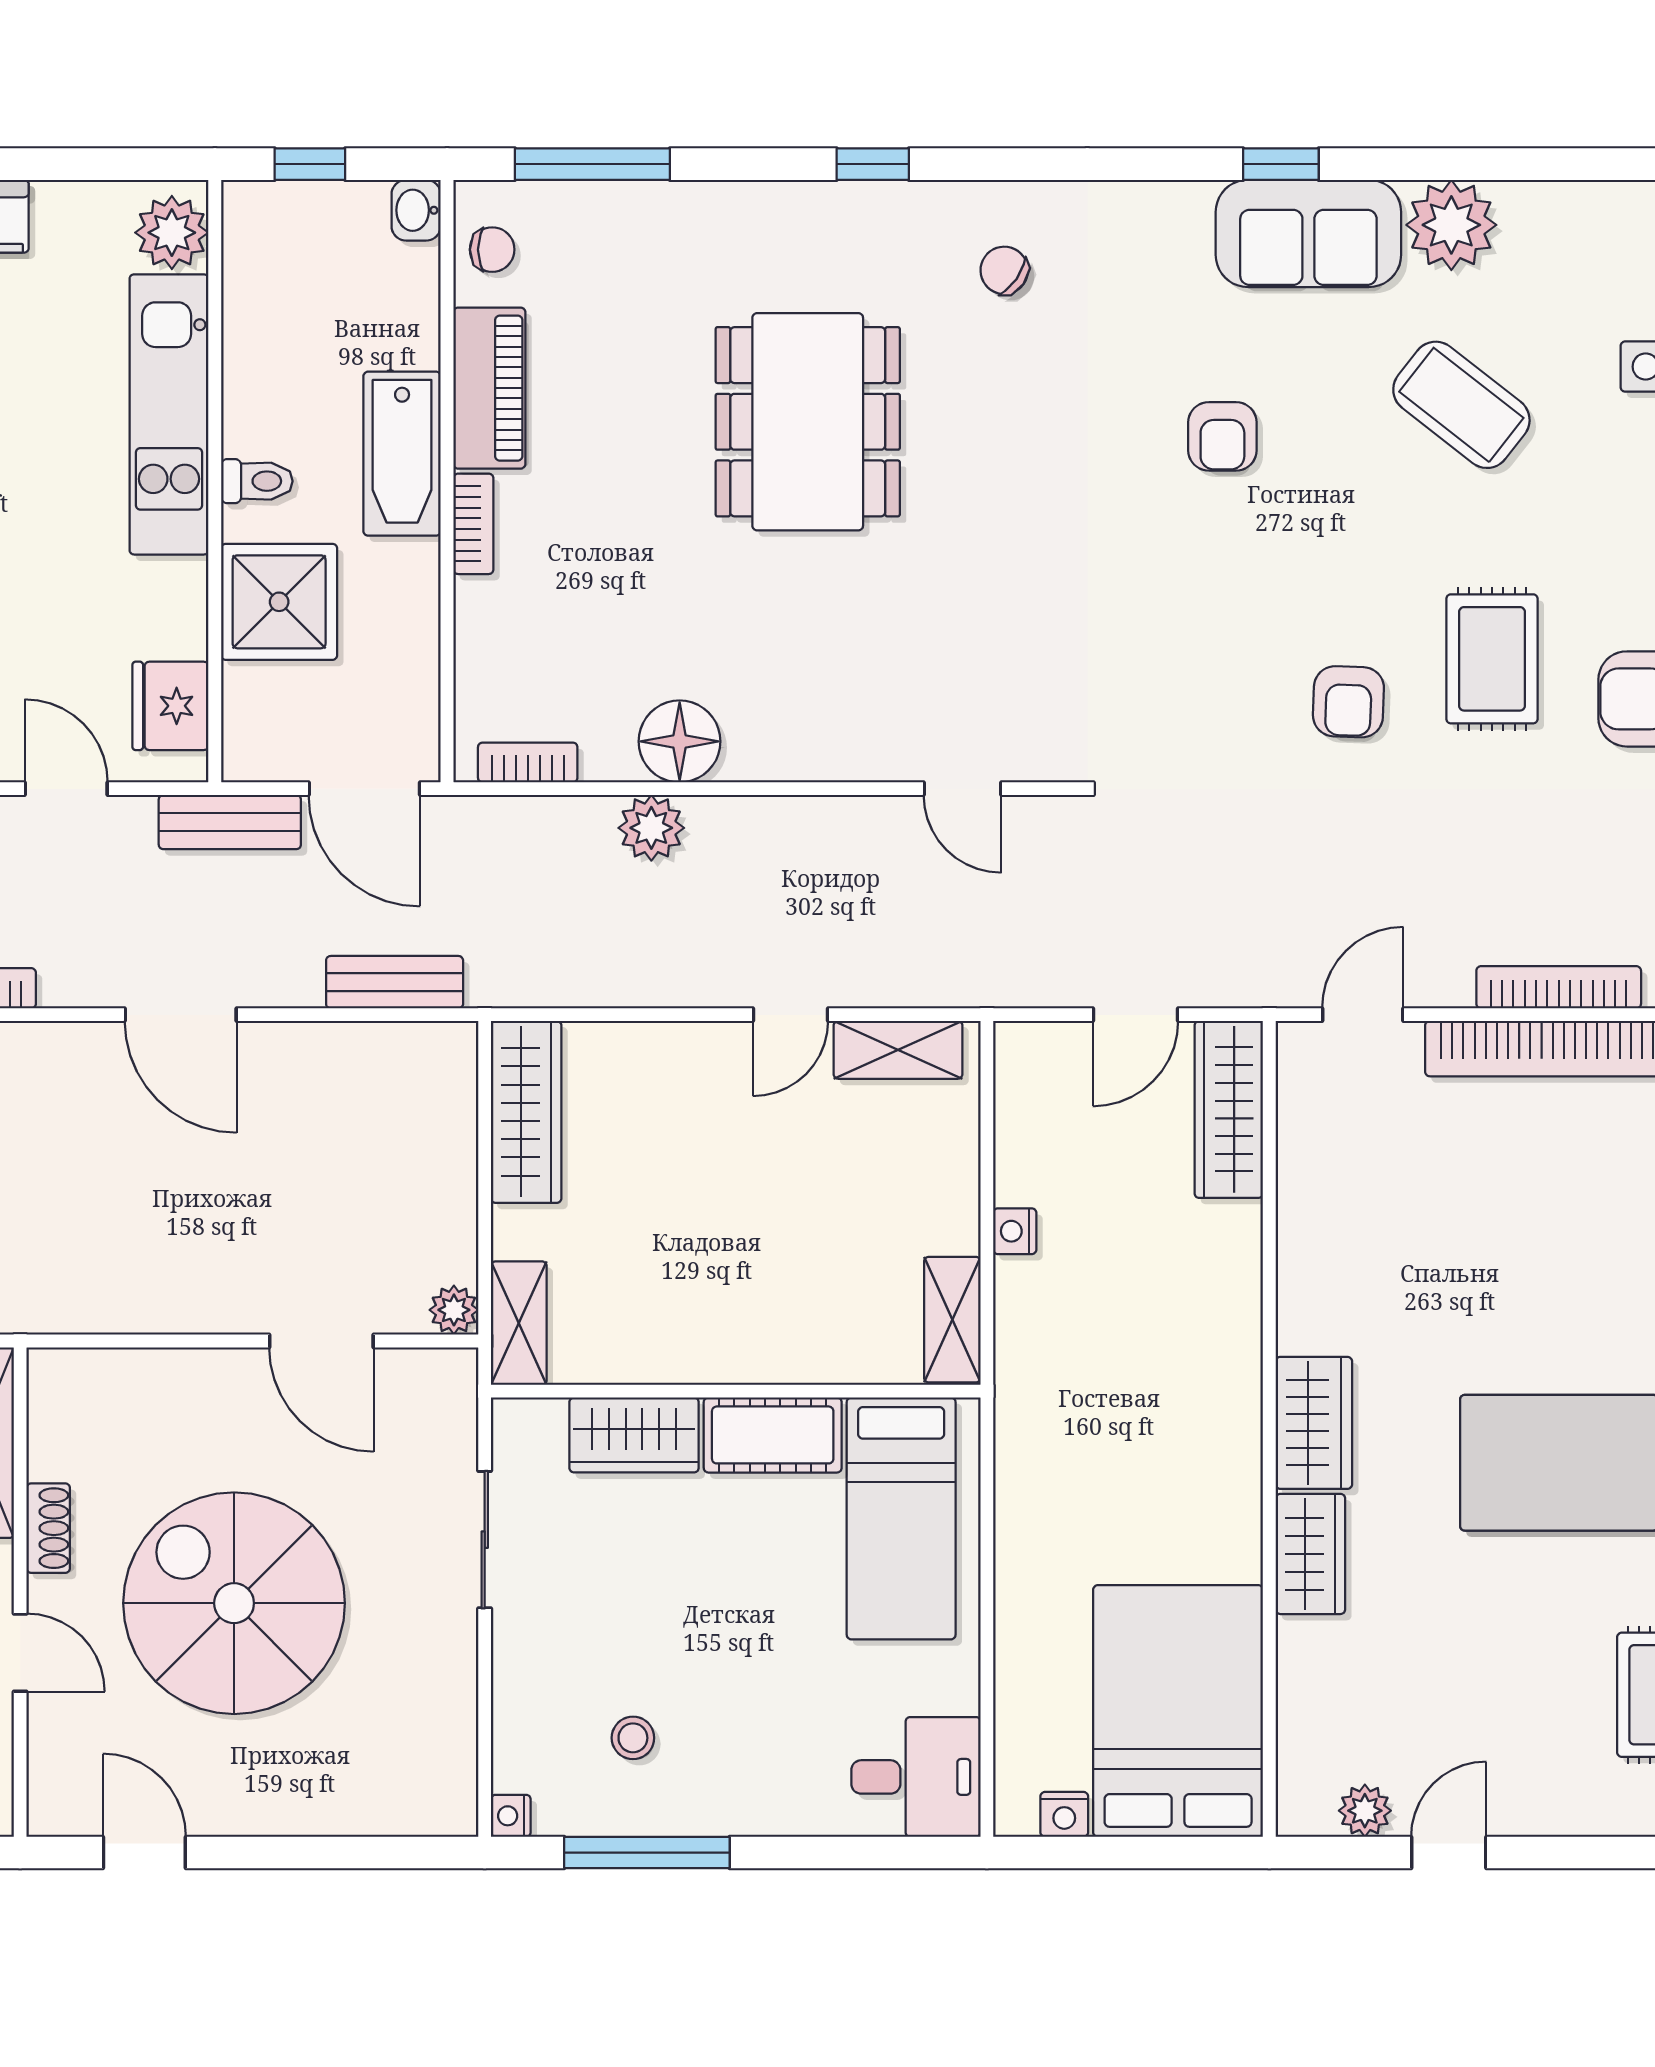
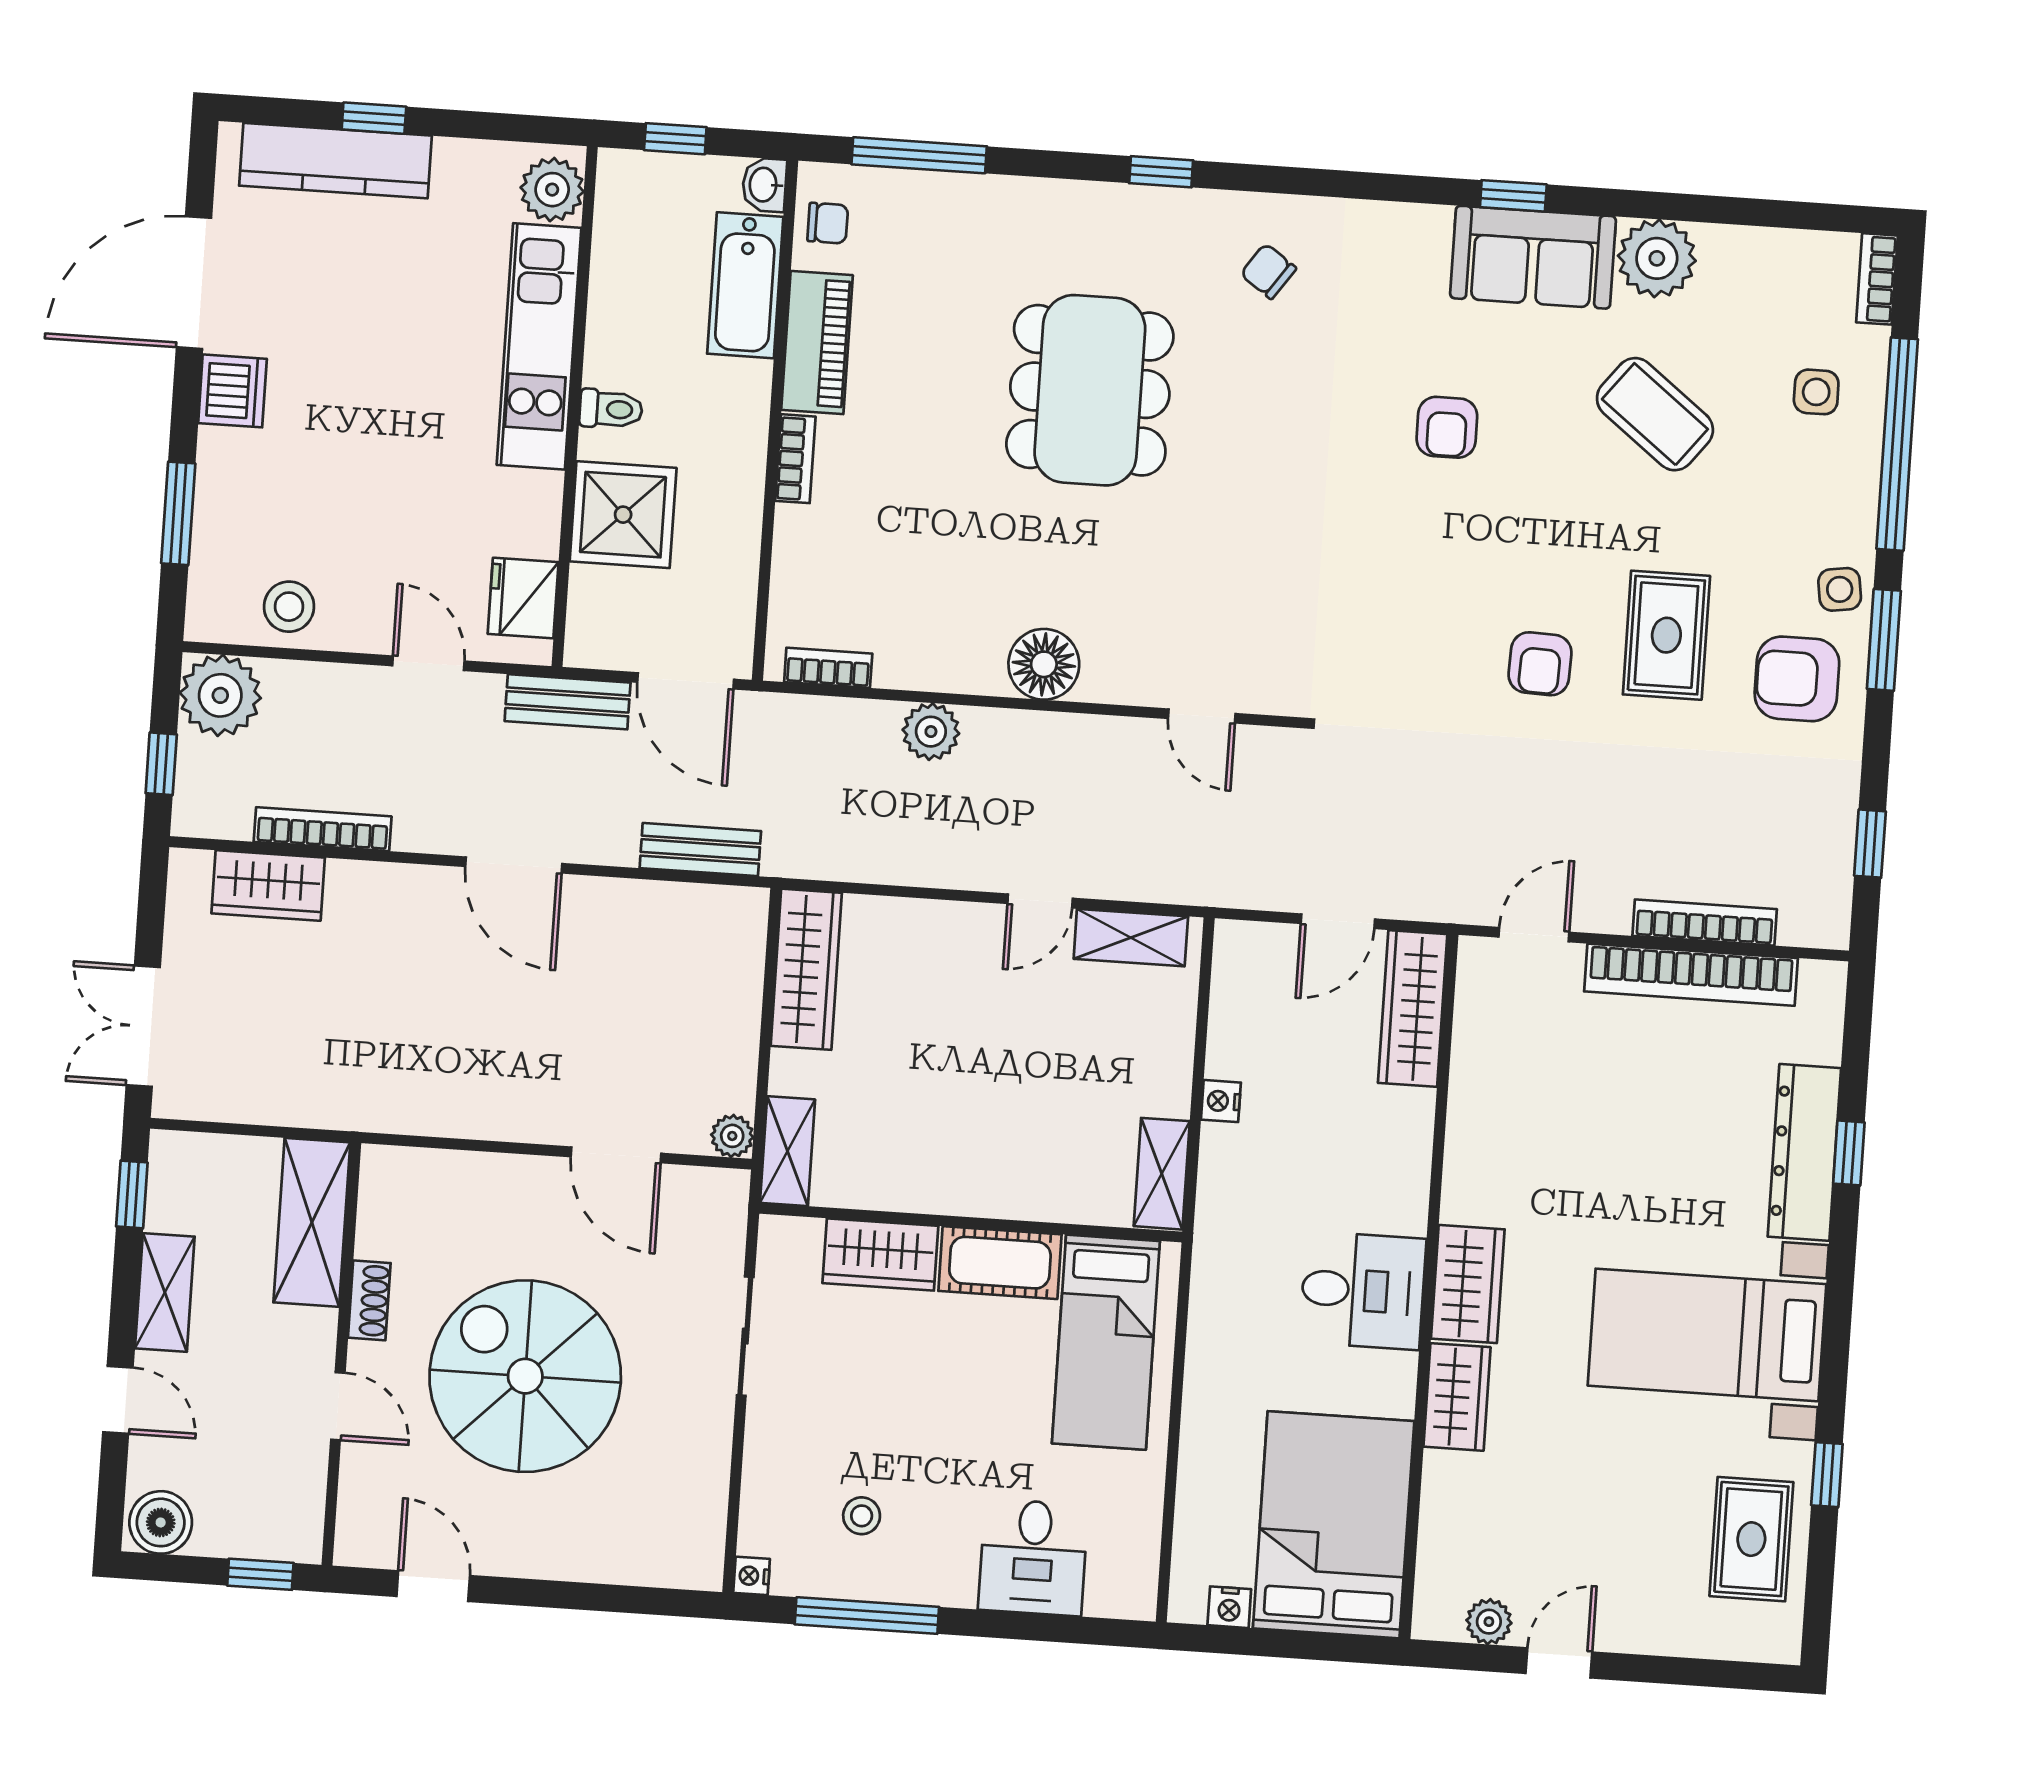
bathtub: (402, 454) -> (745, 285), moved
floor lamp: (680, 741) -> (1044, 664), moved
desk: (1193, 1439) -> (1363, 1291), added
desk: (916, 1777) -> (1033, 1557), moved, turned 90

